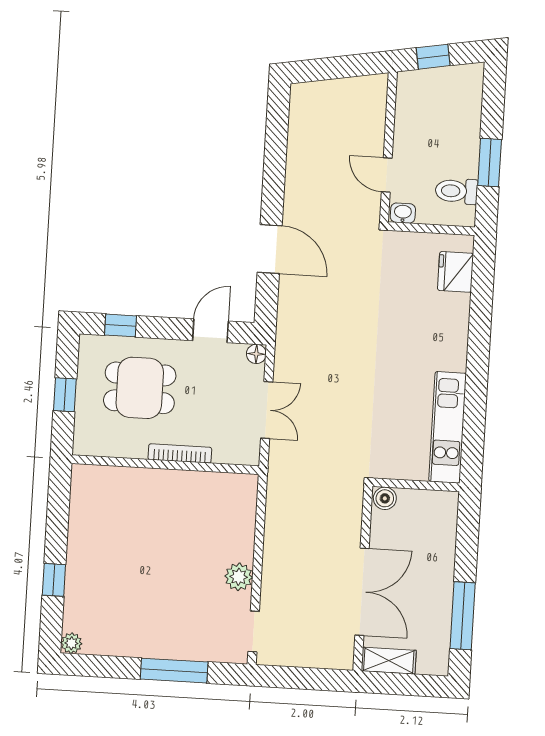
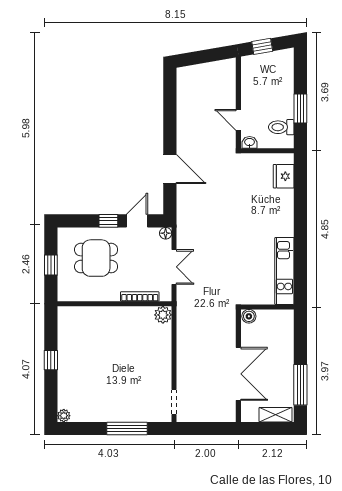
window: (121, 325) -> (108, 221), moved
bookcase: (180, 453) -> (140, 296), moved
plant: (239, 577) -> (163, 315), moved
window: (54, 580) -> (51, 360), moved
shelving: (389, 661) -> (276, 415), moved

